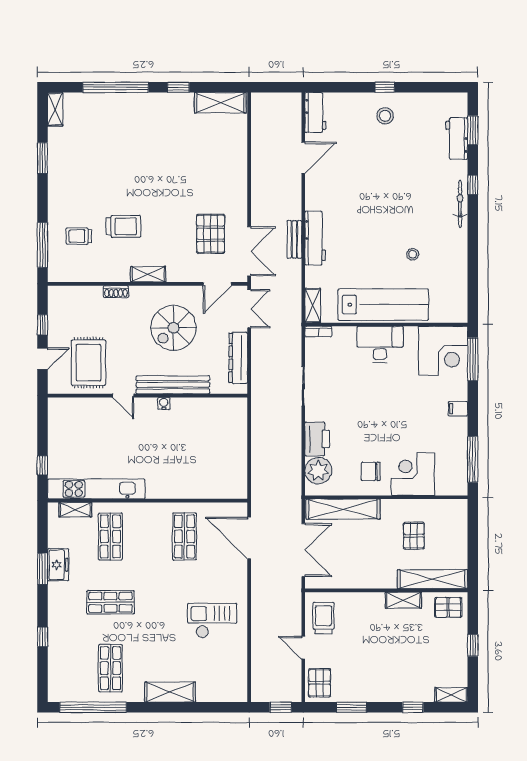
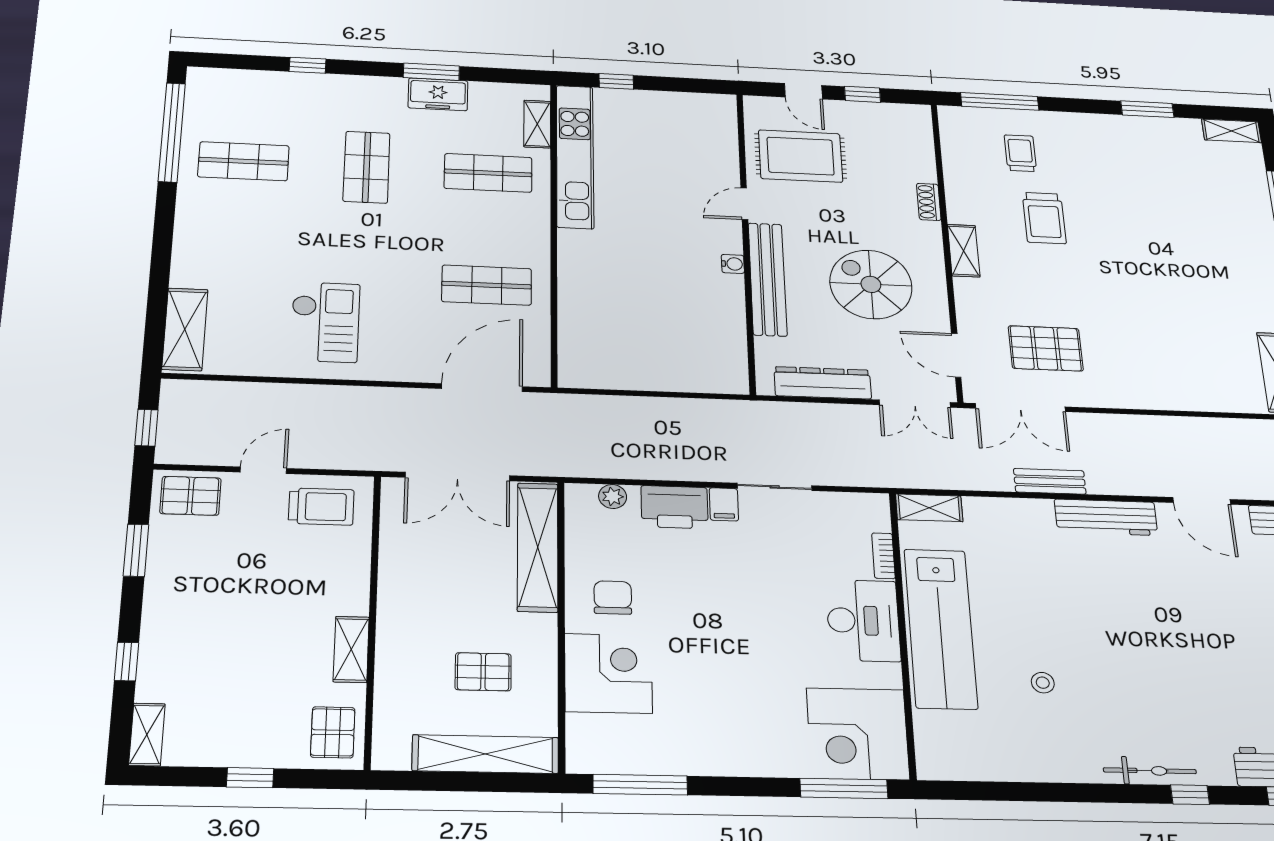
workbench: (315, 238) -> (1106, 517), moved
bookcase: (318, 332) -> (883, 556), moved
filing cabinet: (458, 409) -> (724, 504), moved, turned 180
plant: (318, 471) -> (613, 497), width x0.53, depth x0.53
shelving: (433, 579) -> (485, 754), moved, turned 90
shelving: (170, 692) -> (185, 329), moved

